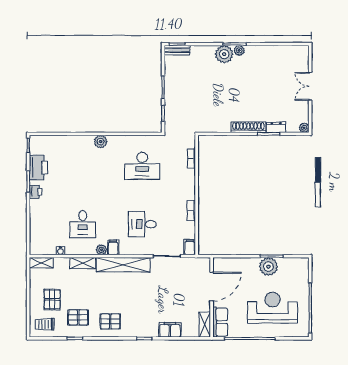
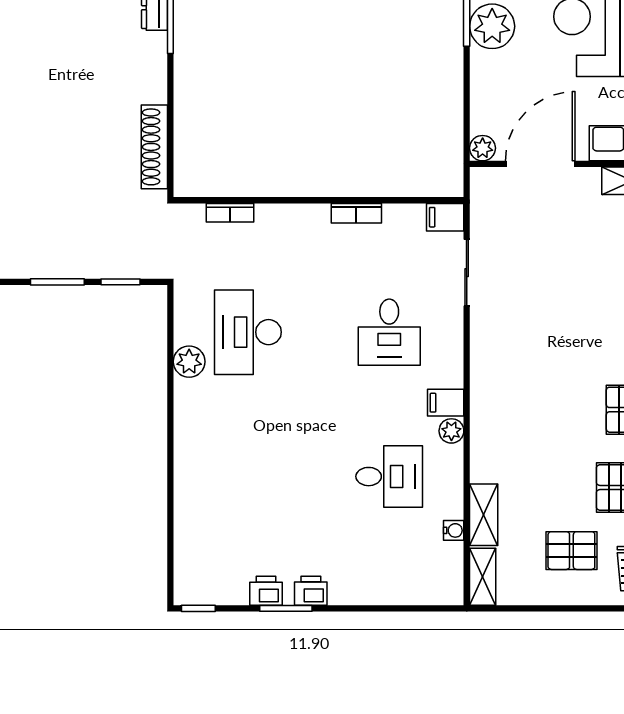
shoe rack: (248, 127) -> (154, 147), moved
plant: (101, 142) -> (189, 362), moved
desk: (142, 166) -> (248, 332), turned 180
printer: (38, 168) -> (266, 591), width x0.53, depth x0.68
shelving: (83, 263) -> (484, 515), moved
plant: (218, 263) -> (483, 148), added
shelving: (123, 265) -> (487, 378), removed
door: (212, 286) -> (540, 164), hinge flipped

